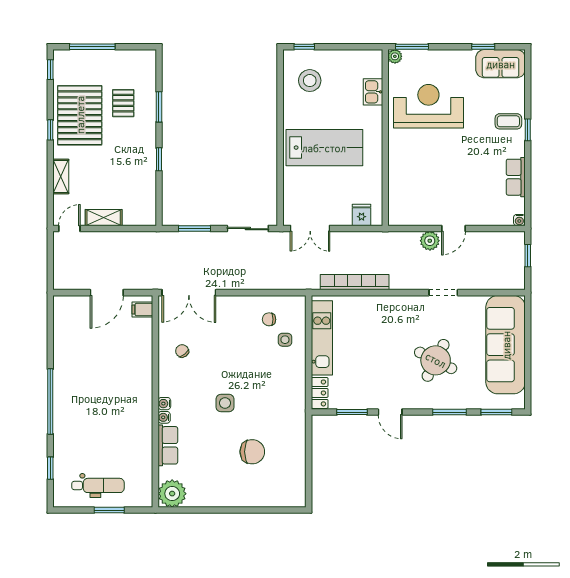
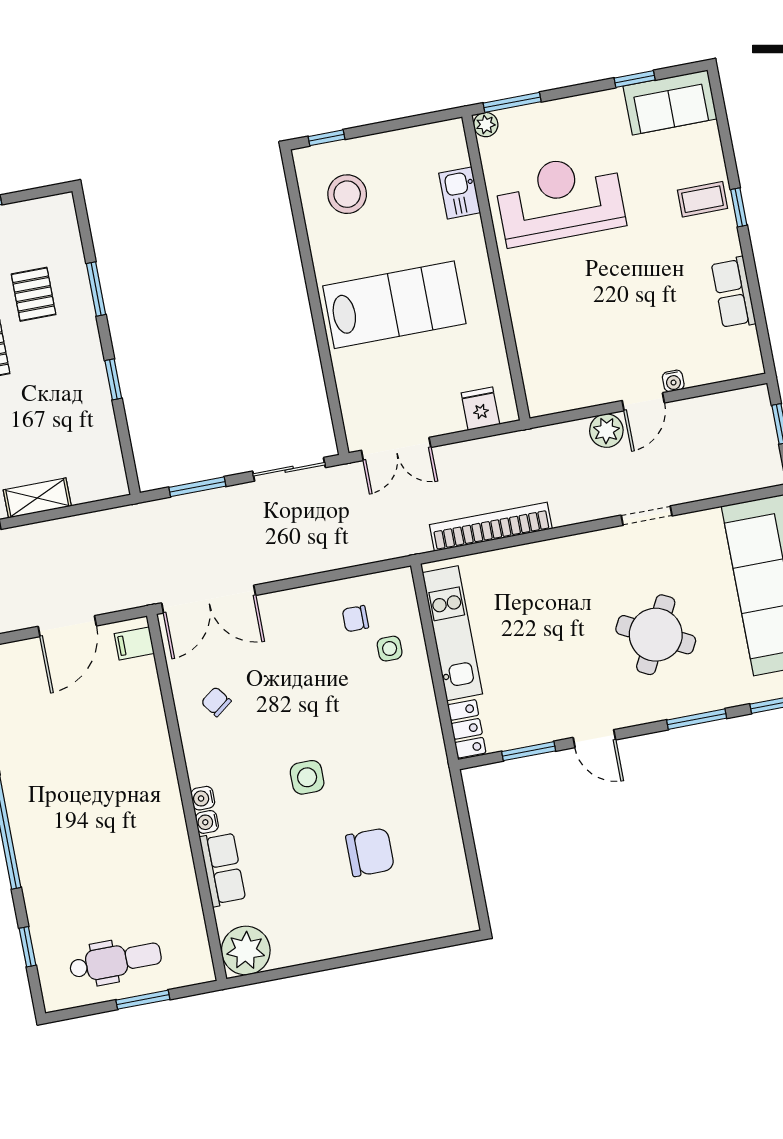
water cooler: (519, 220) -> (673, 381), moved

